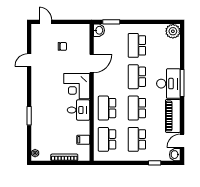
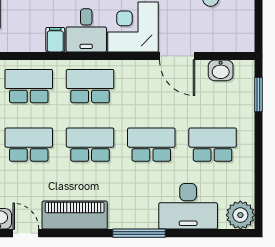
washbasin: (99, 30) -> (221, 70), moved
desk: (168, 84) -> (188, 206), moved
filing cabinet: (83, 140) -> (55, 40), moved

